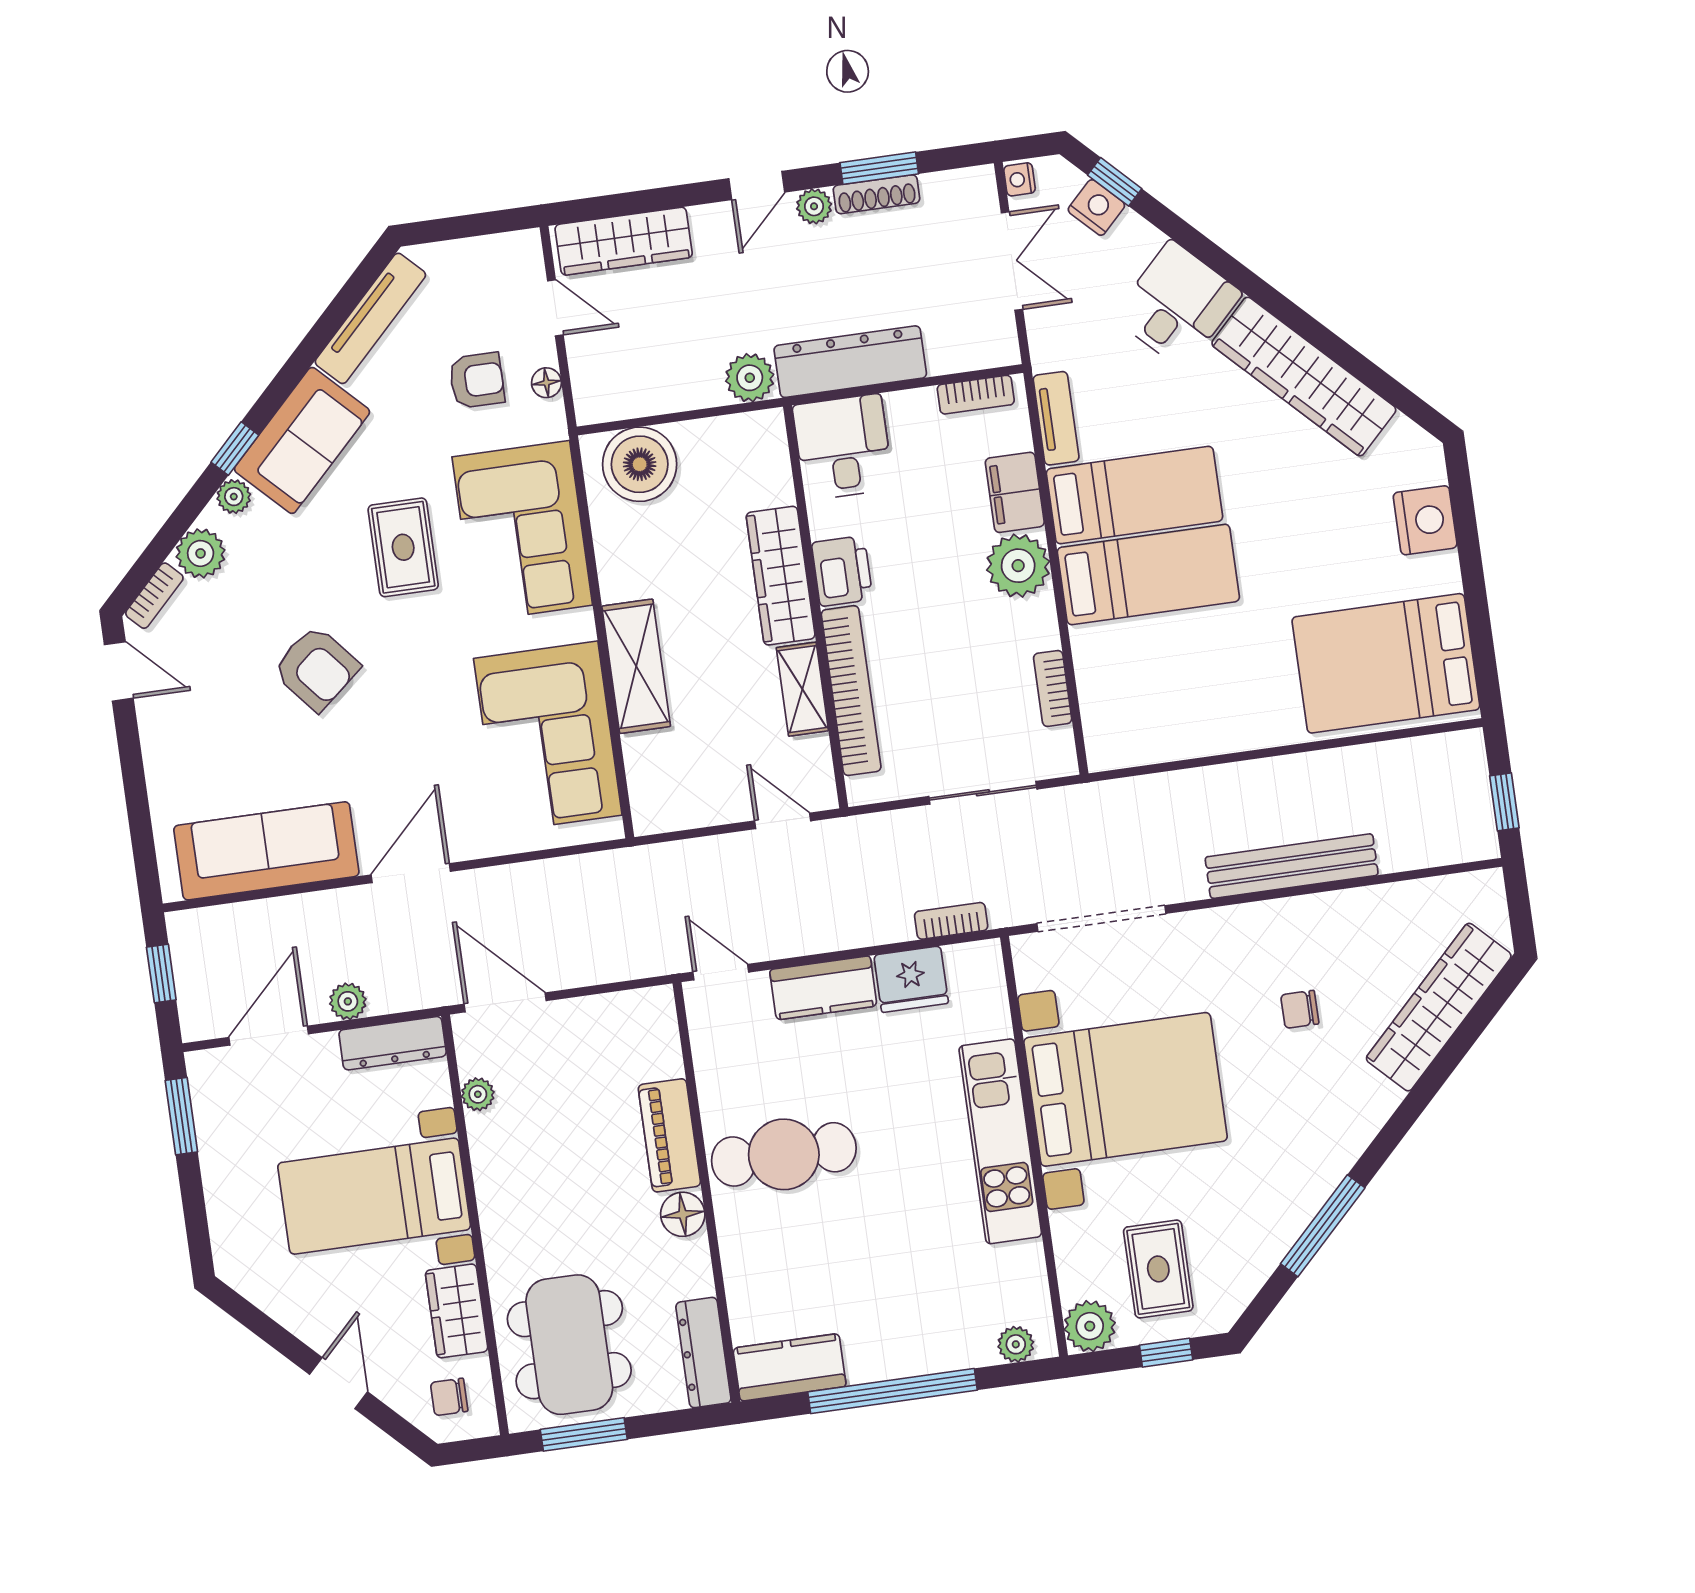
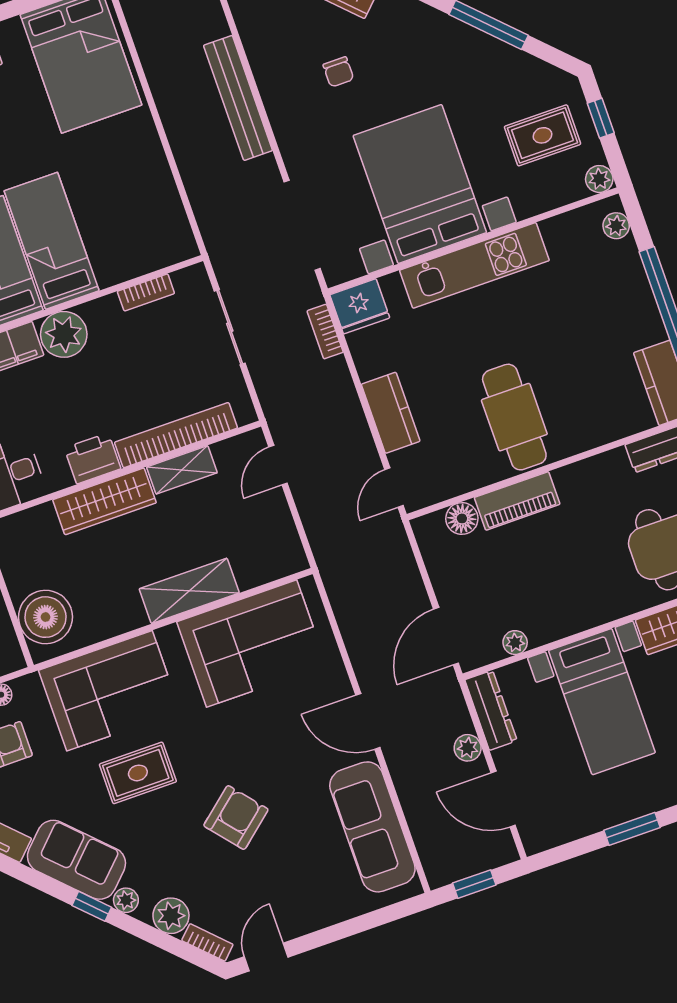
fridge: (911, 979) -> (360, 306), moved, turned 90
window: (181, 1116) -> (632, 829), moved
floor lamp: (683, 1214) -> (462, 518), moved
plant: (1090, 1326) -> (599, 179), width x0.73, depth x0.73

